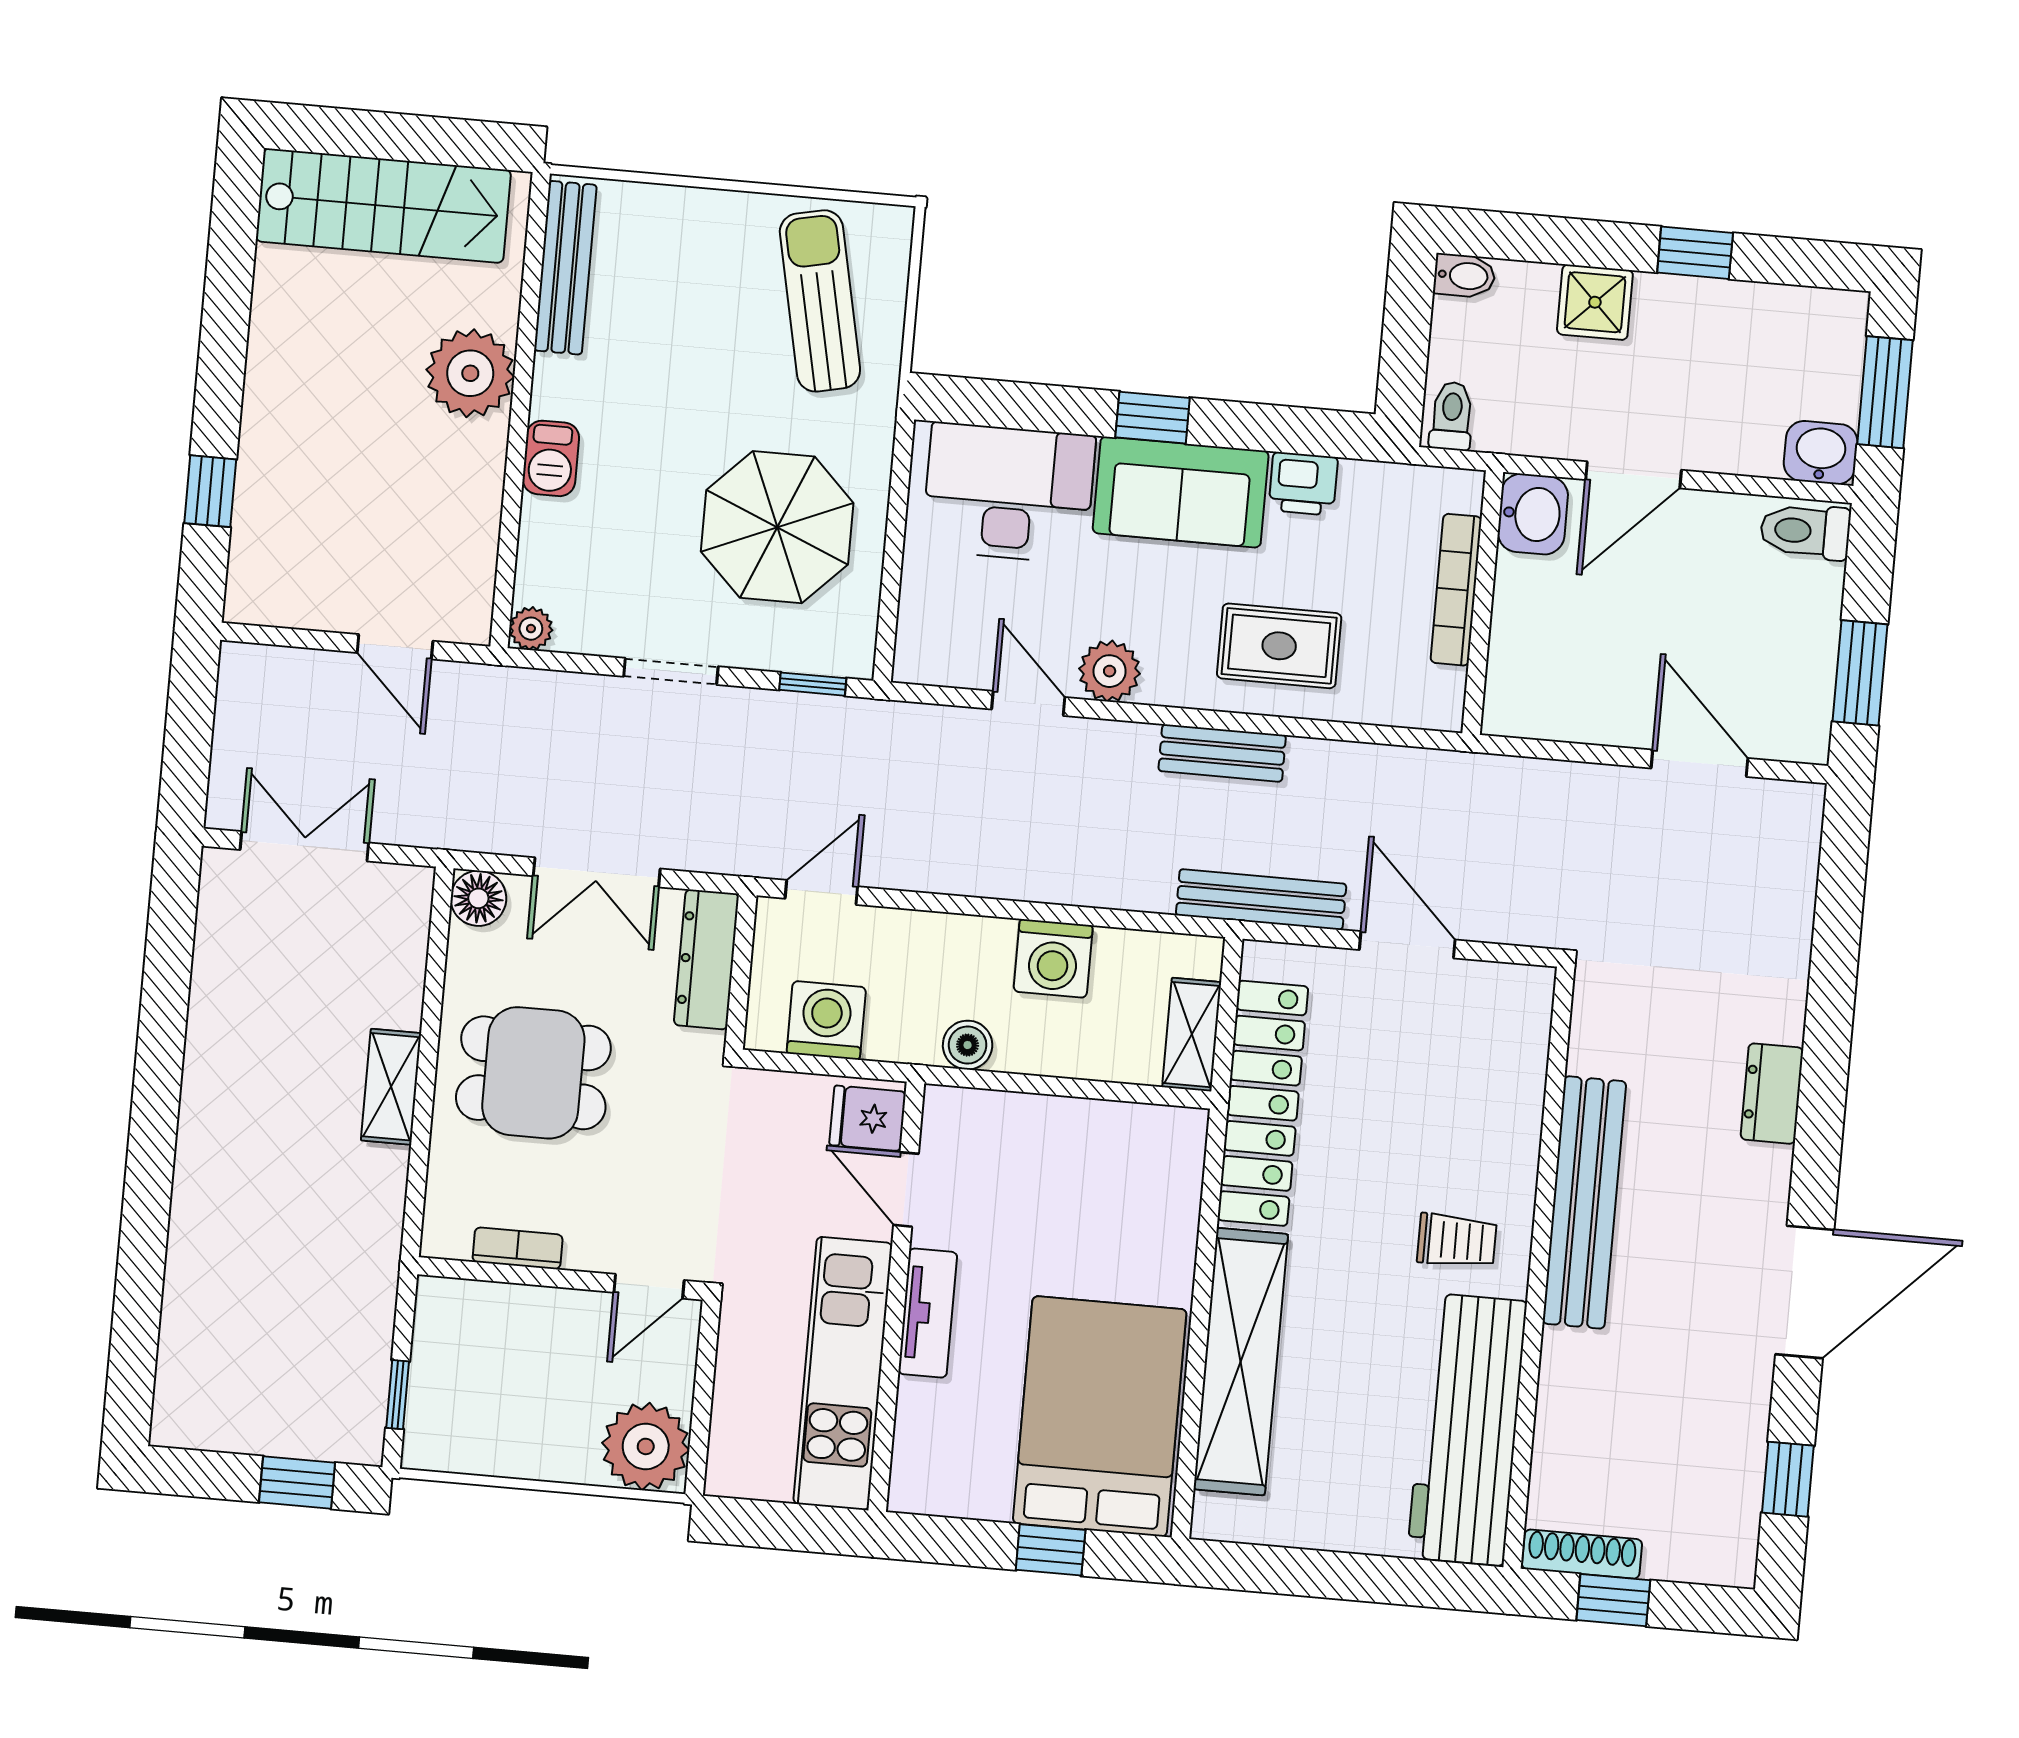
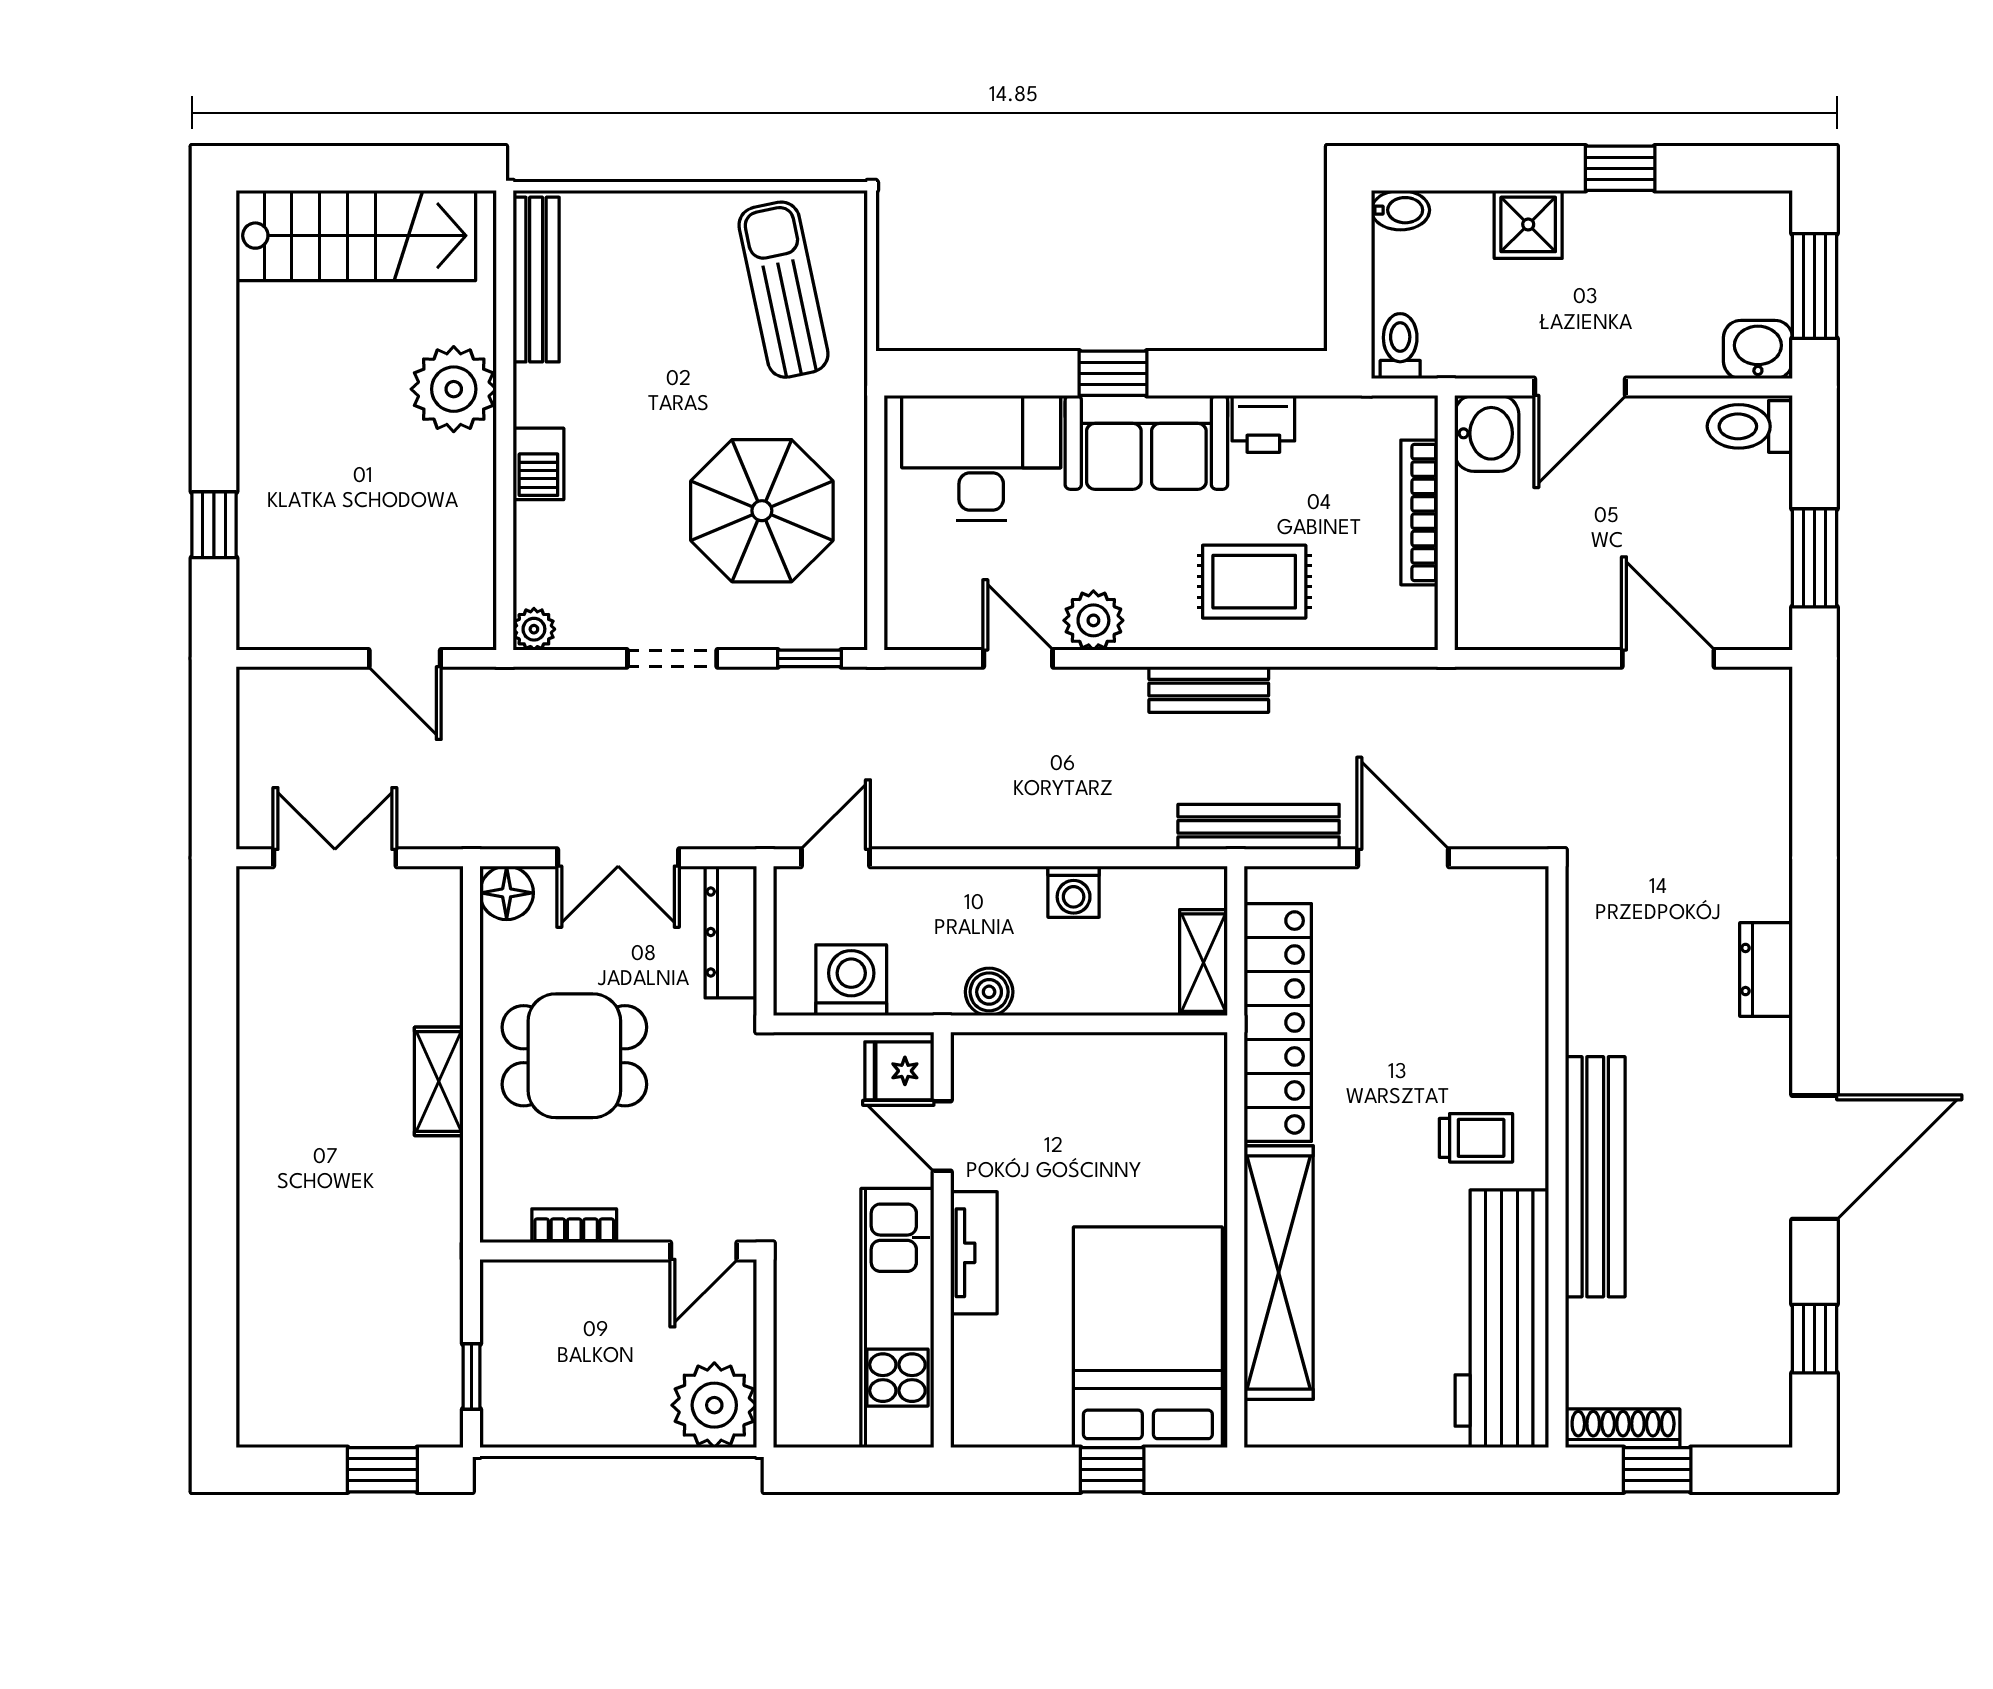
washing machine: (1053, 958) -> (1074, 892), width x0.73, depth x0.73
bench: (1584, 1202) -> (1595, 1177), moved

